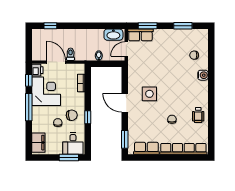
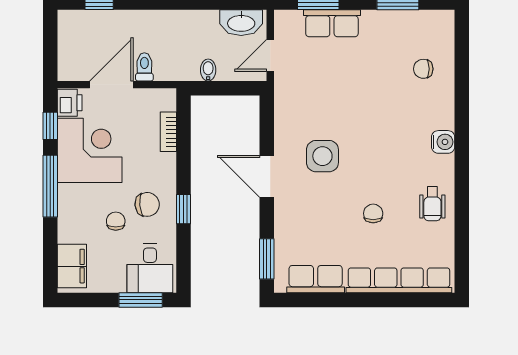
row of seats: (140, 35) -> (332, 23), moved
door: (56, 62) -> (111, 85), hinge flipped
water cooler: (203, 75) -> (443, 142), moved

